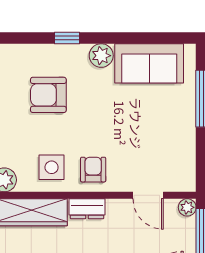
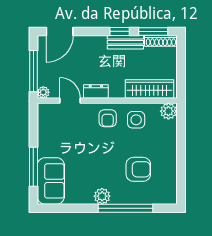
window: (67, 38) -> (125, 208), width x3.17
sofa: (149, 63) -> (51, 181), moved, turned 90
dresser: (87, 209) -> (96, 91), moved

